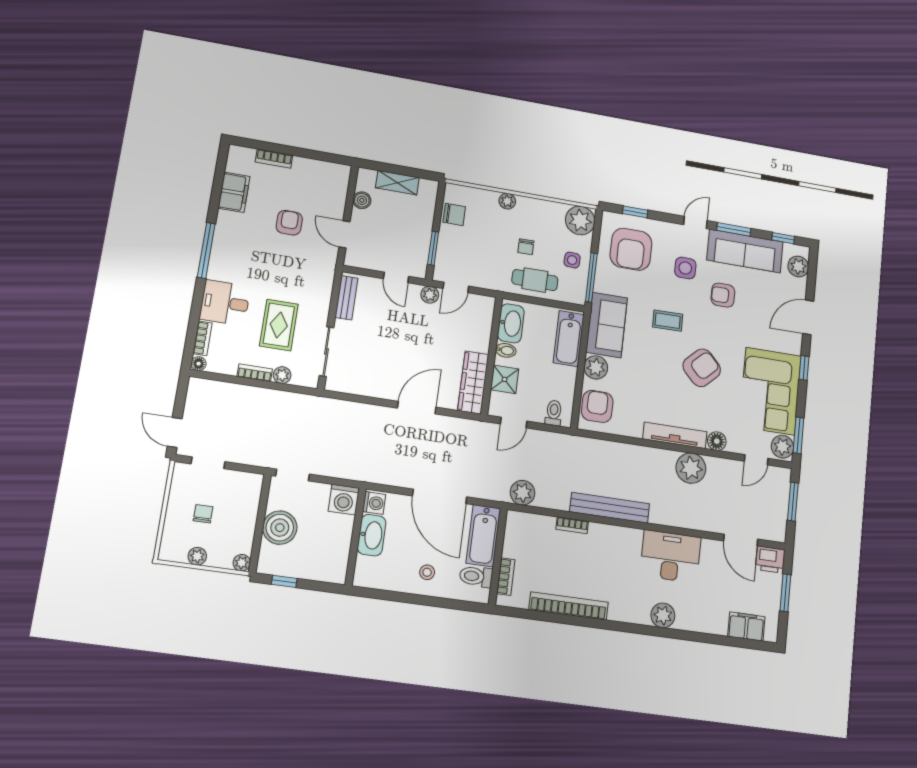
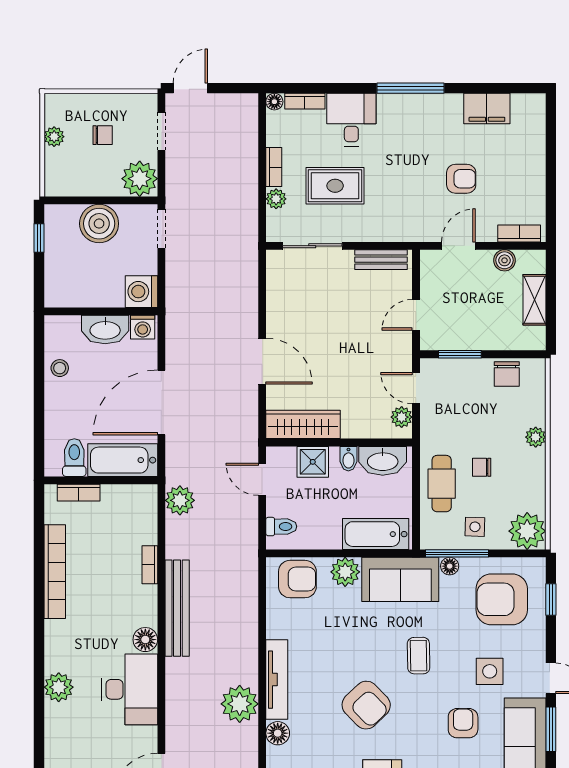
bookcase: (274, 159) -> (519, 234), moved, turned 90
floor lamp: (601, 285) -> (450, 566), added
plant: (430, 295) -> (402, 417), moved
floor lamp: (632, 538) -> (145, 640), added
plant: (242, 563) -> (140, 179), moved, width x1.88, depth x1.88
stool: (427, 572) -> (60, 368), moved

